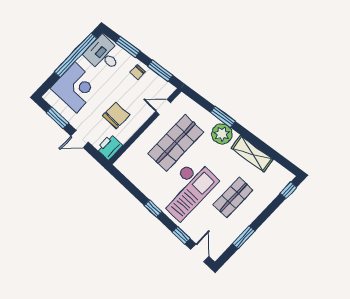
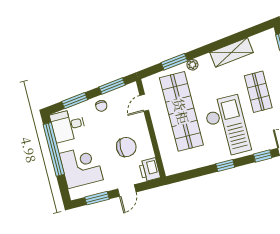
chair: (116, 115) -> (126, 147), turned 90
window: (223, 117) -> (174, 62), moved
plant: (222, 134) -> (192, 65), width x0.53, depth x0.53
shop shelf: (176, 143) -> (181, 111), width x1.40

